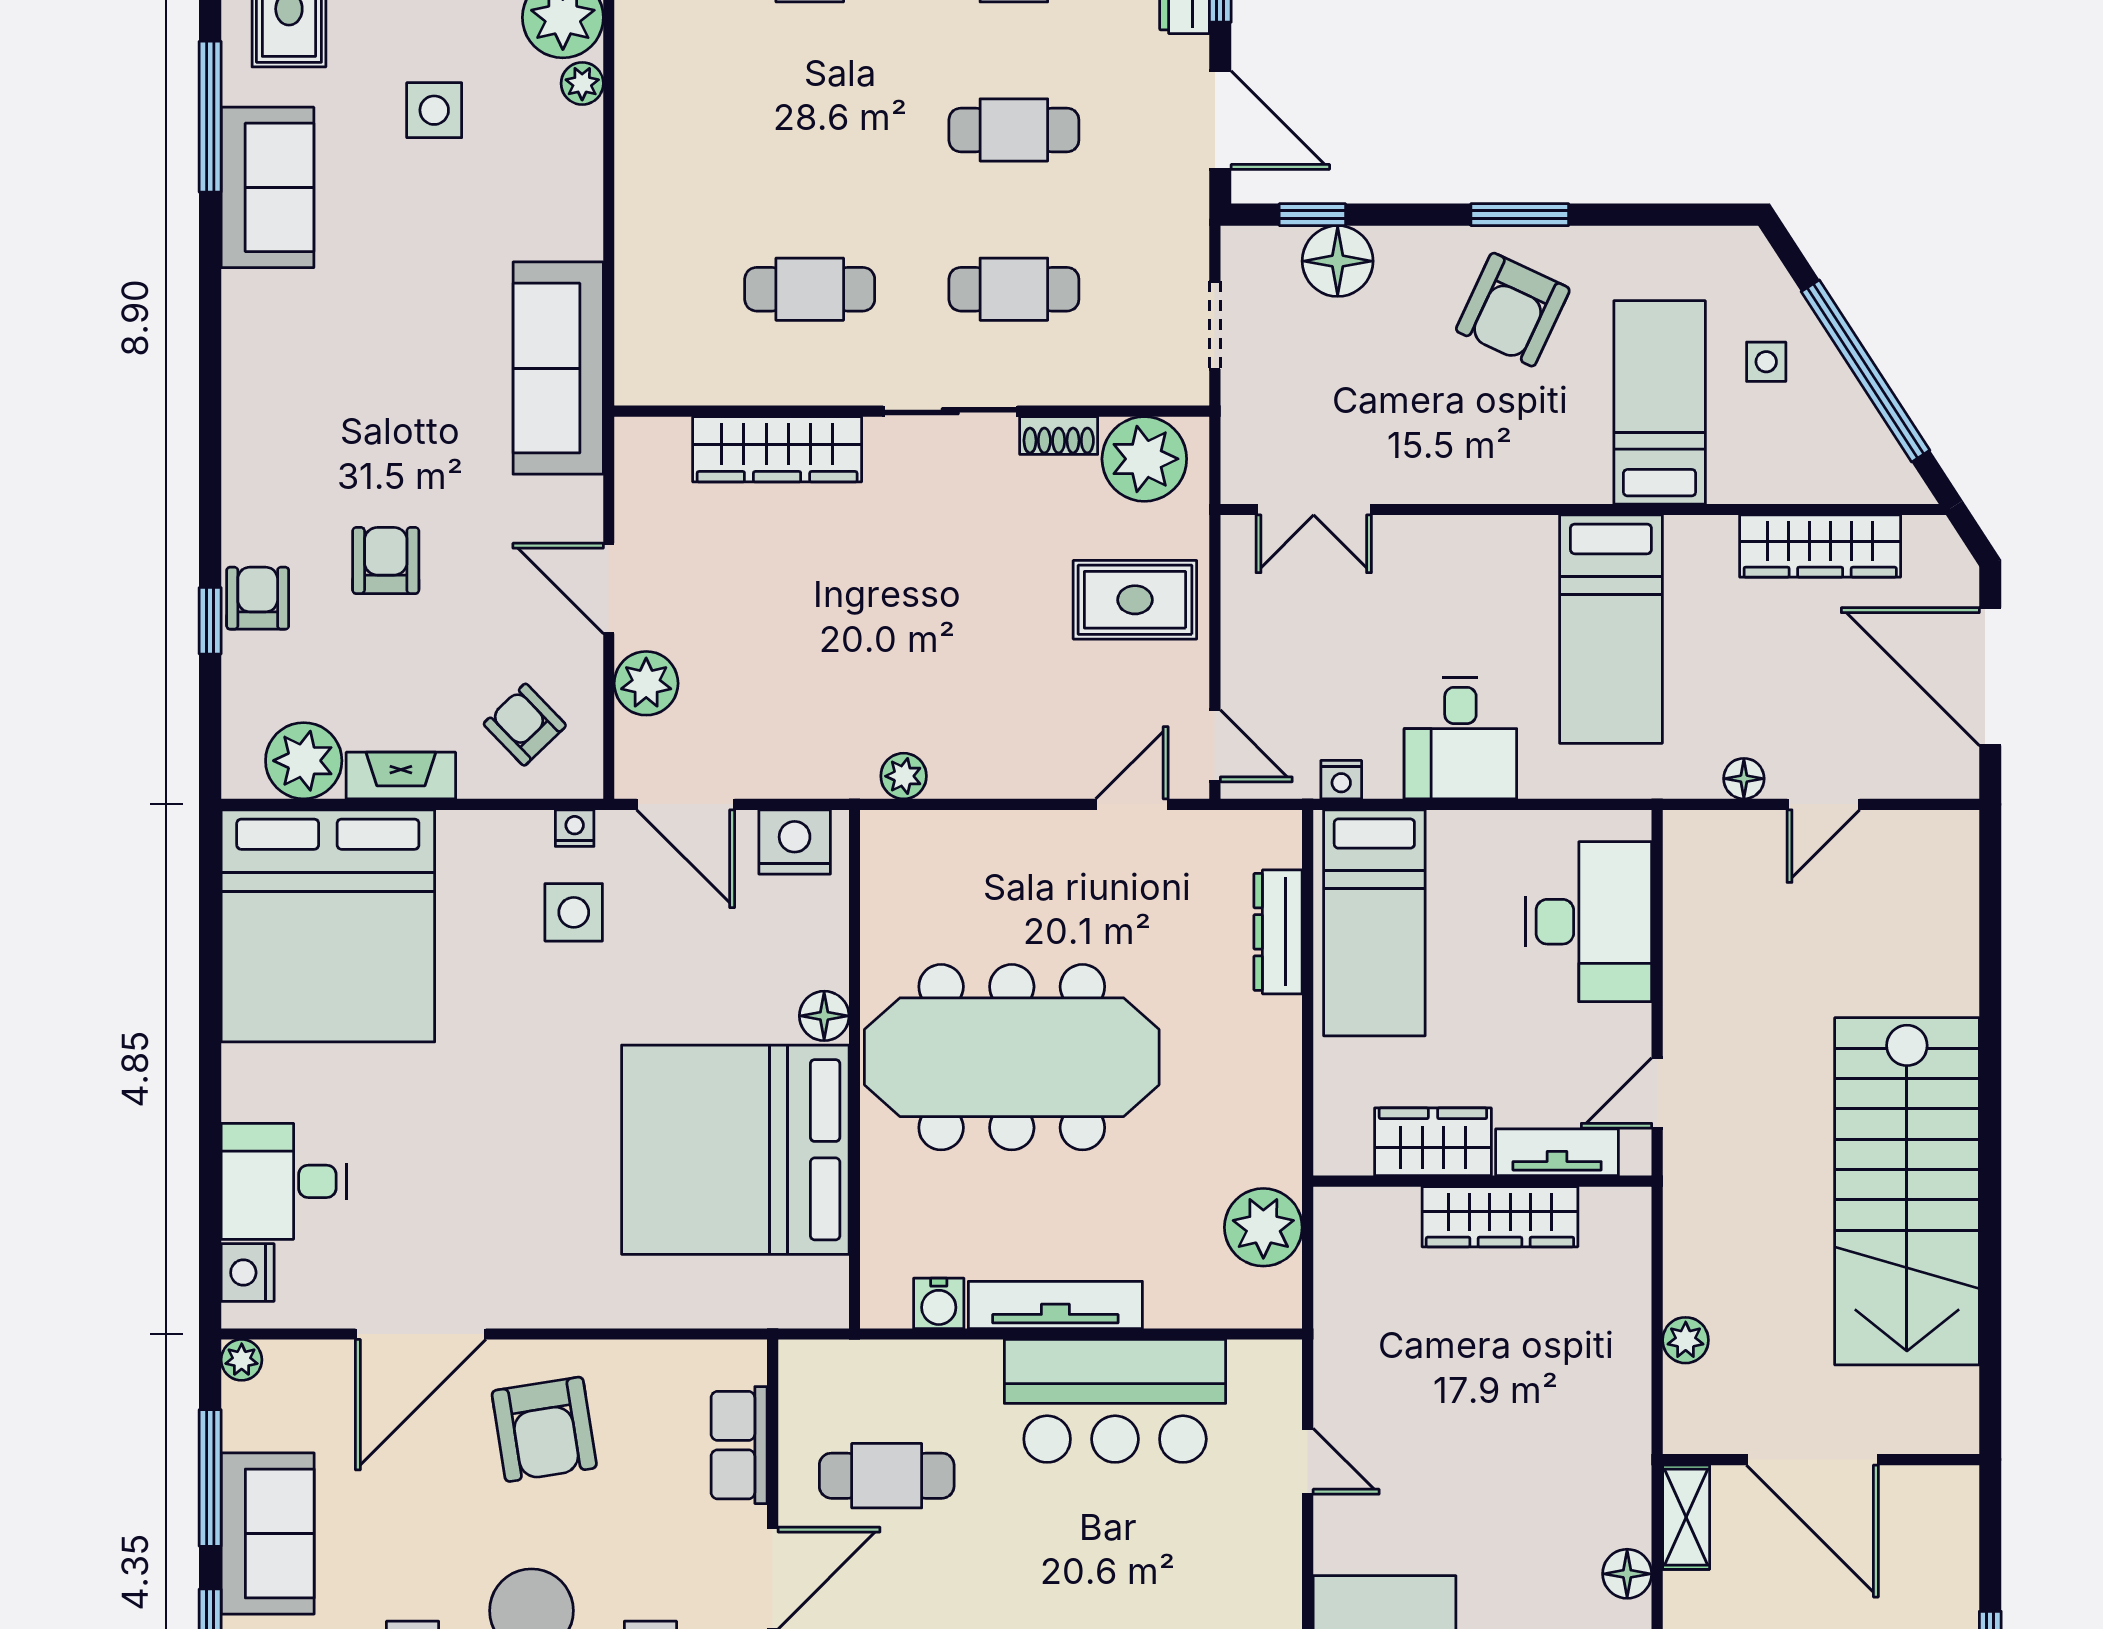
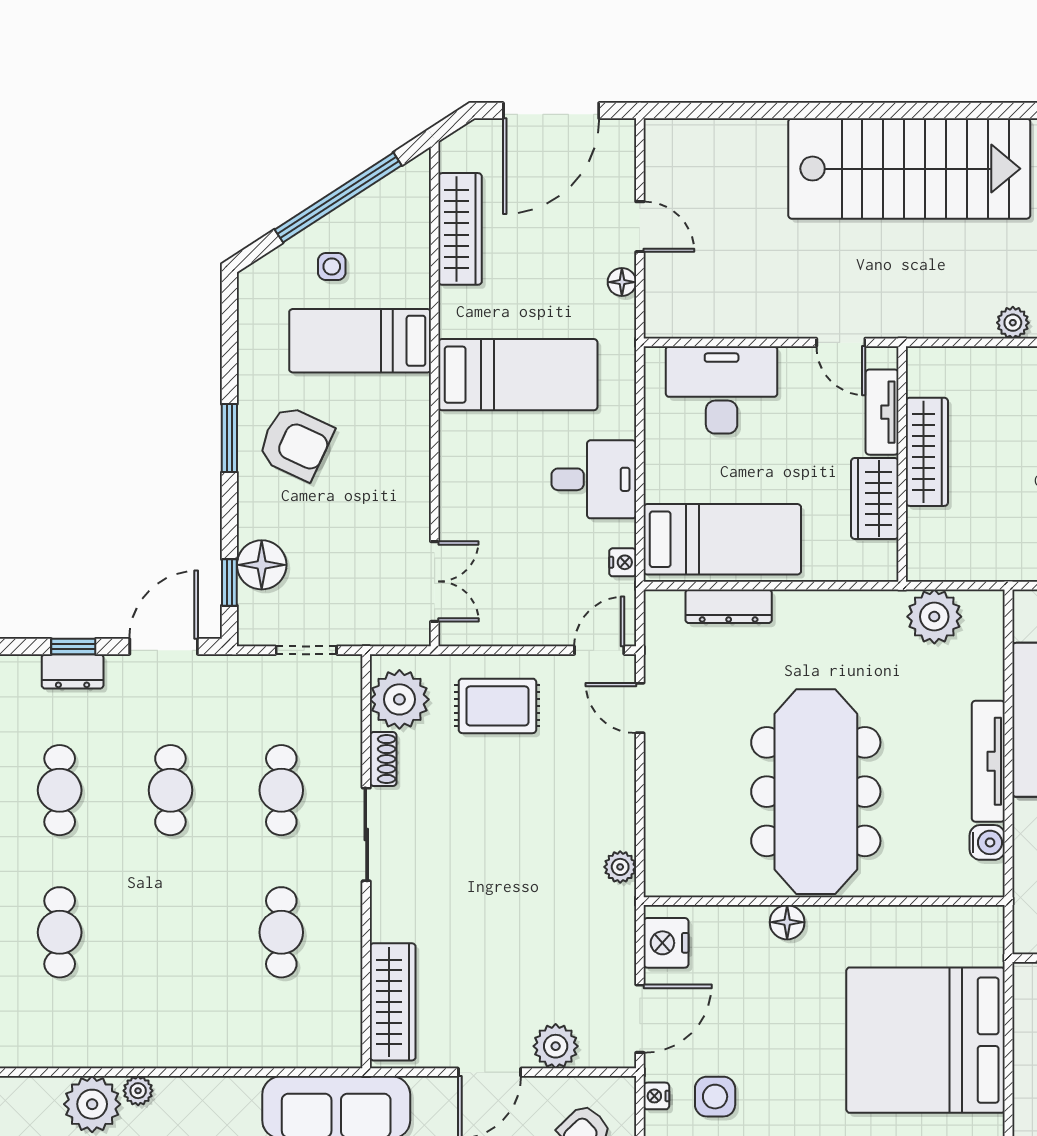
wardrobe: (777, 449) -> (393, 1002), moved
rug: (1135, 600) -> (497, 706), turned 90
bed: (735, 1150) -> (926, 1040), moved, turned 90

